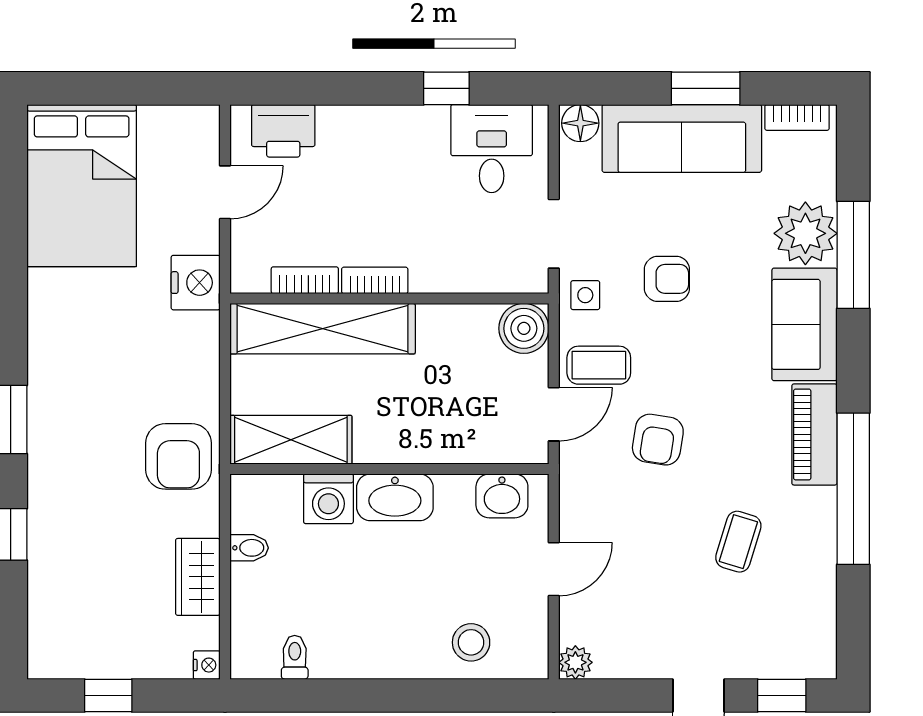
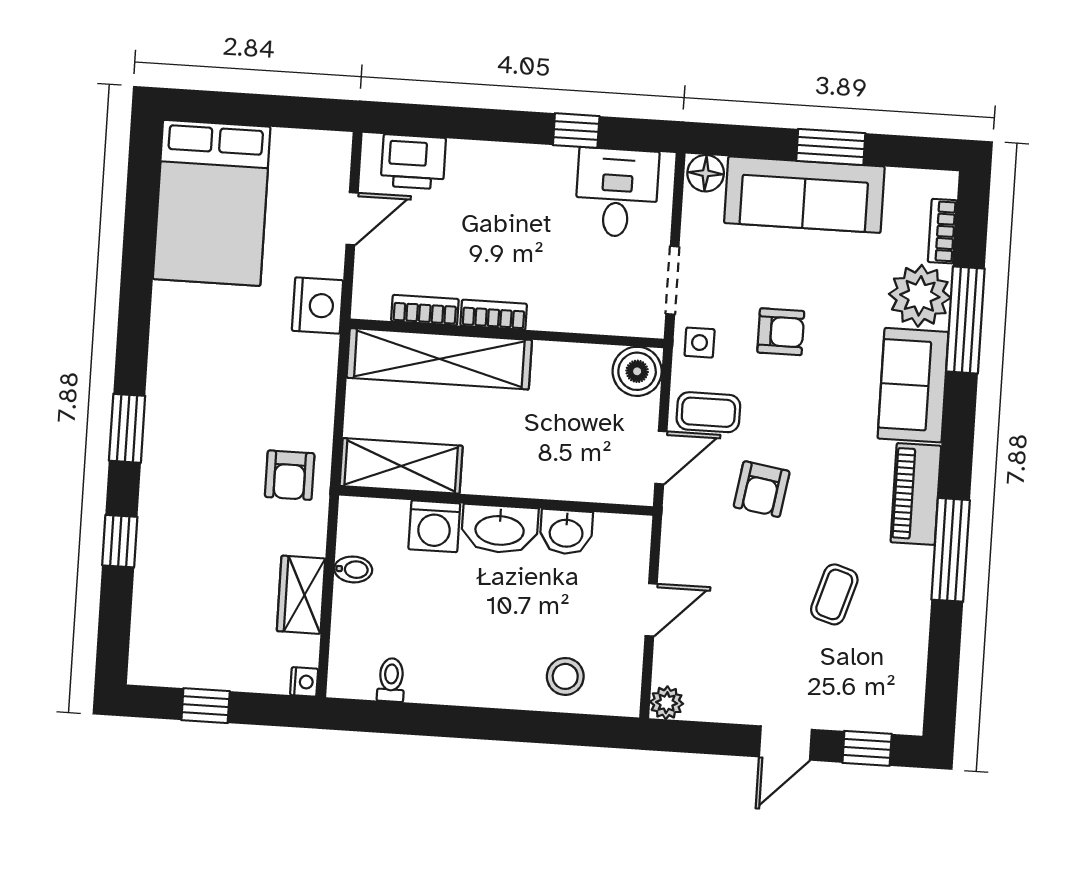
bookcase: (797, 117) -> (942, 231), moved, turned 90
armchair: (178, 456) -> (290, 475), width x0.72, depth x0.72
window: (853, 489) -> (951, 550), width x0.68
washbasin: (502, 496) -> (566, 532), moved

